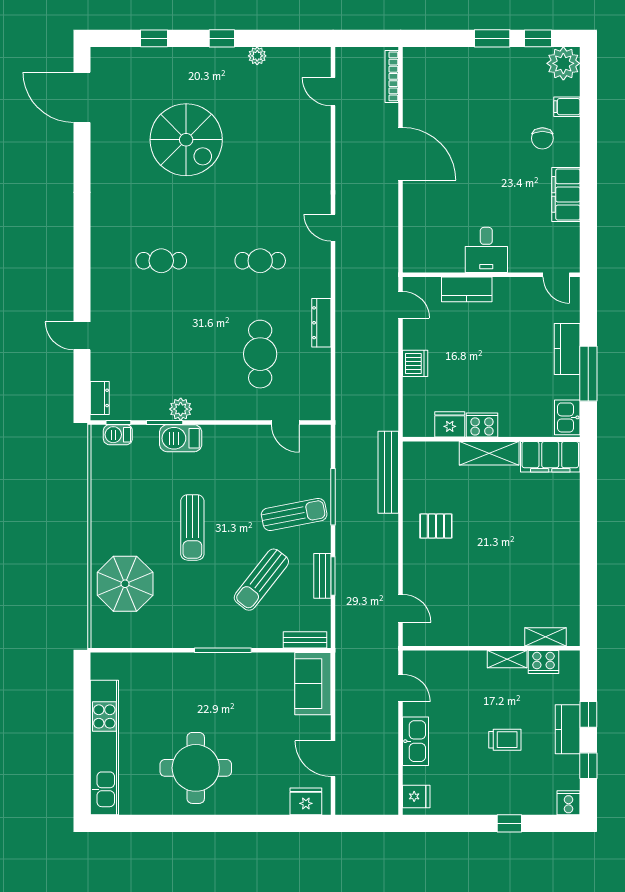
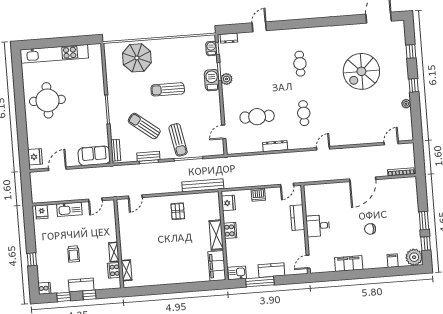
chair: (542, 138) -> (370, 229), moved
fridge: (450, 424) -> (228, 203), moved

